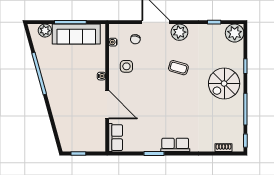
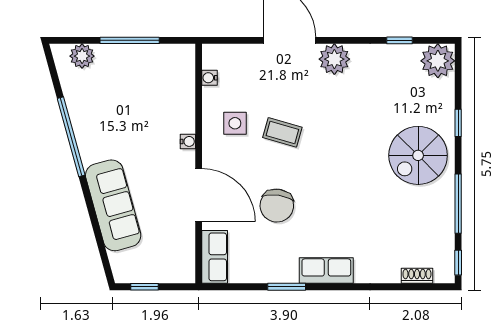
sofa: (76, 34) -> (113, 205), moved, turned -105
chair: (135, 39) -> (277, 206), moved, width x1.87, depth x1.87
coffee table: (178, 68) -> (282, 132), moved

